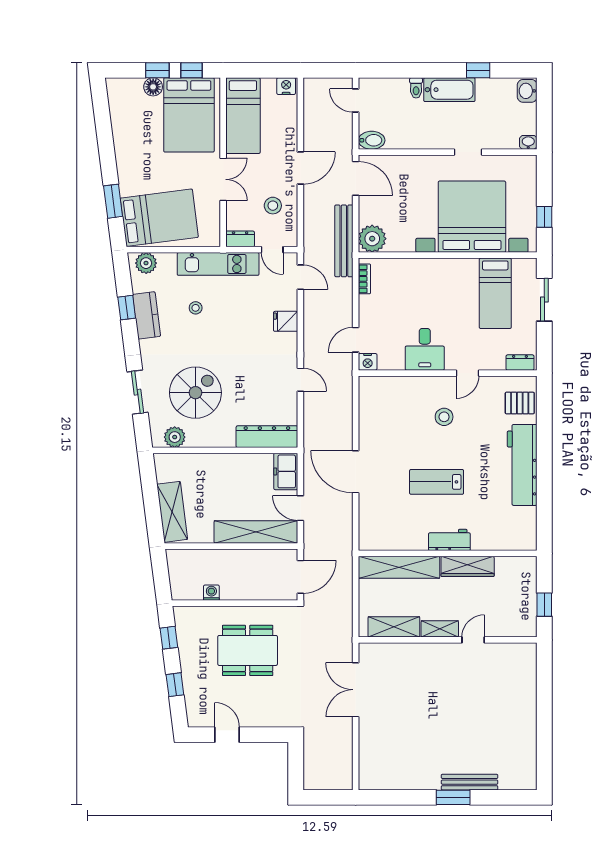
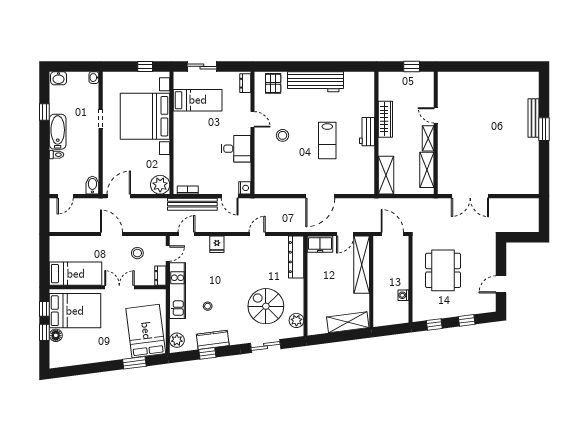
nightstand: (286, 86) -> (55, 244), removed
bench: (344, 241) -> (192, 204), moved
shelving: (399, 567) -> (386, 175), width x0.68

